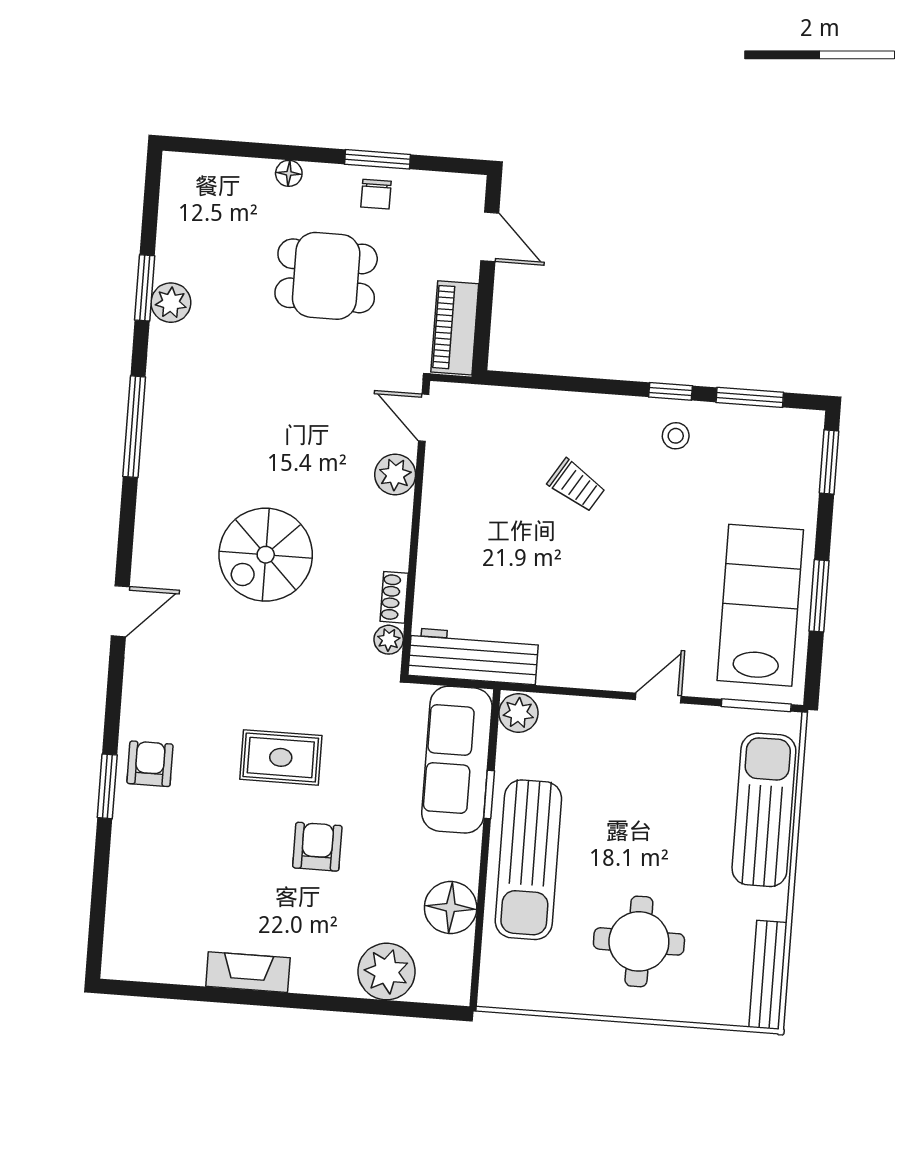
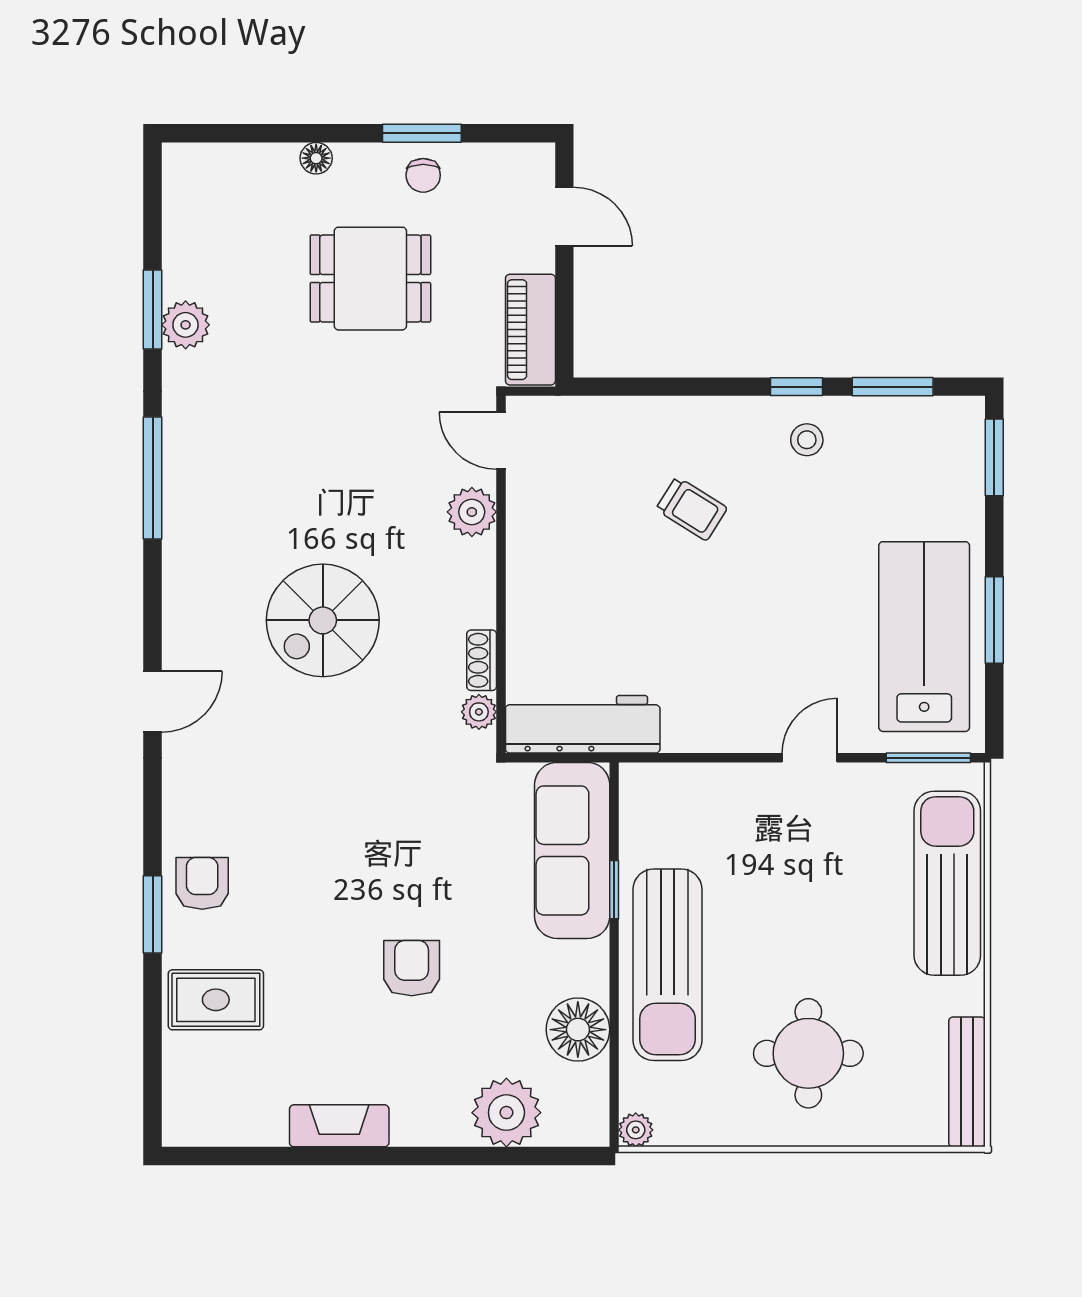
plant: (518, 713) -> (636, 1130), moved, width x0.73, depth x0.73
rug: (281, 757) -> (216, 1000), moved

